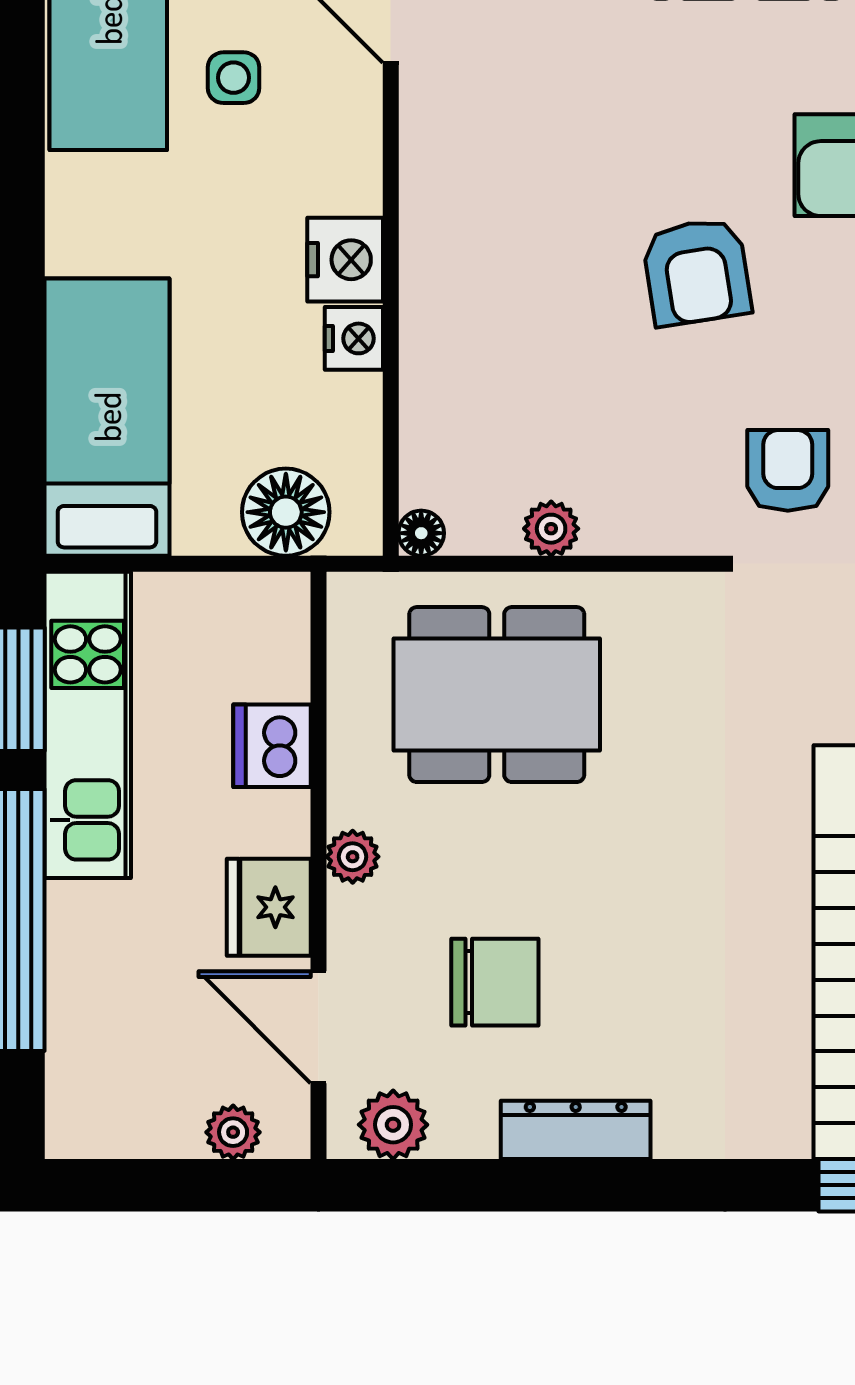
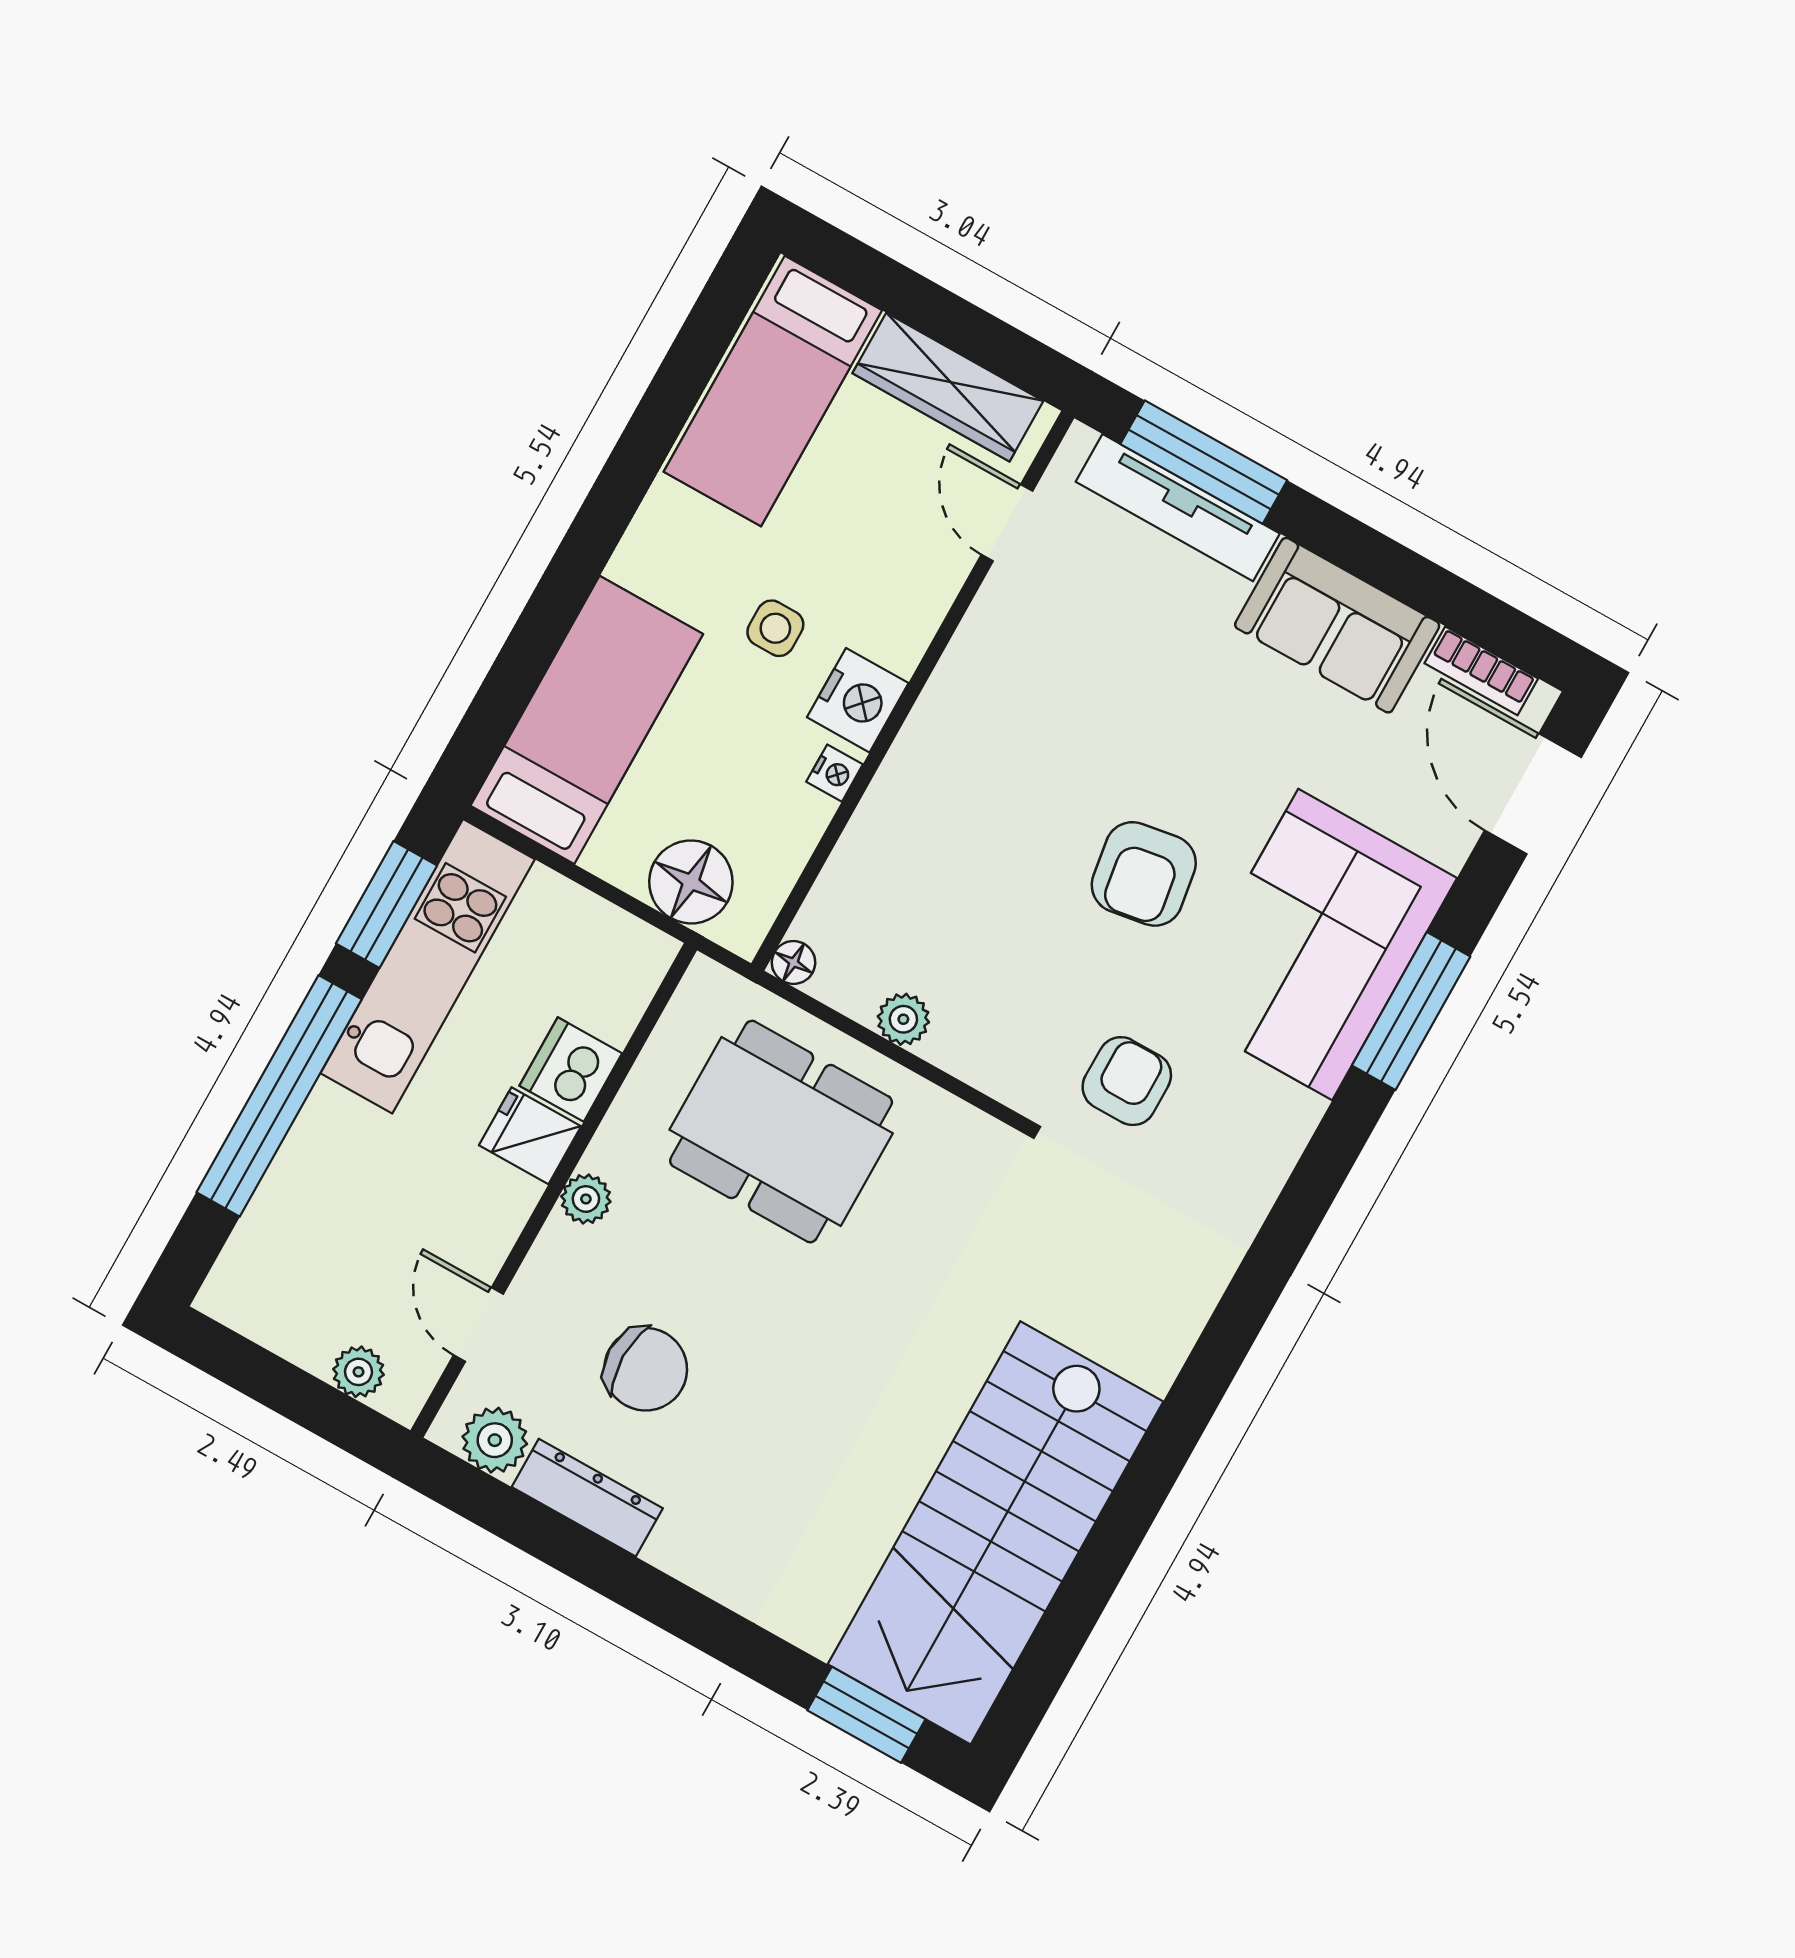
side table: (234, 78) -> (775, 628), moved
nightstand: (354, 338) -> (835, 773), width x0.72, depth x0.74
fridge: (269, 907) -> (530, 1136), moved, width x0.72
door: (319, 1027) -> (478, 1325), width x0.73
dresser: (576, 1130) -> (587, 1498), moved

